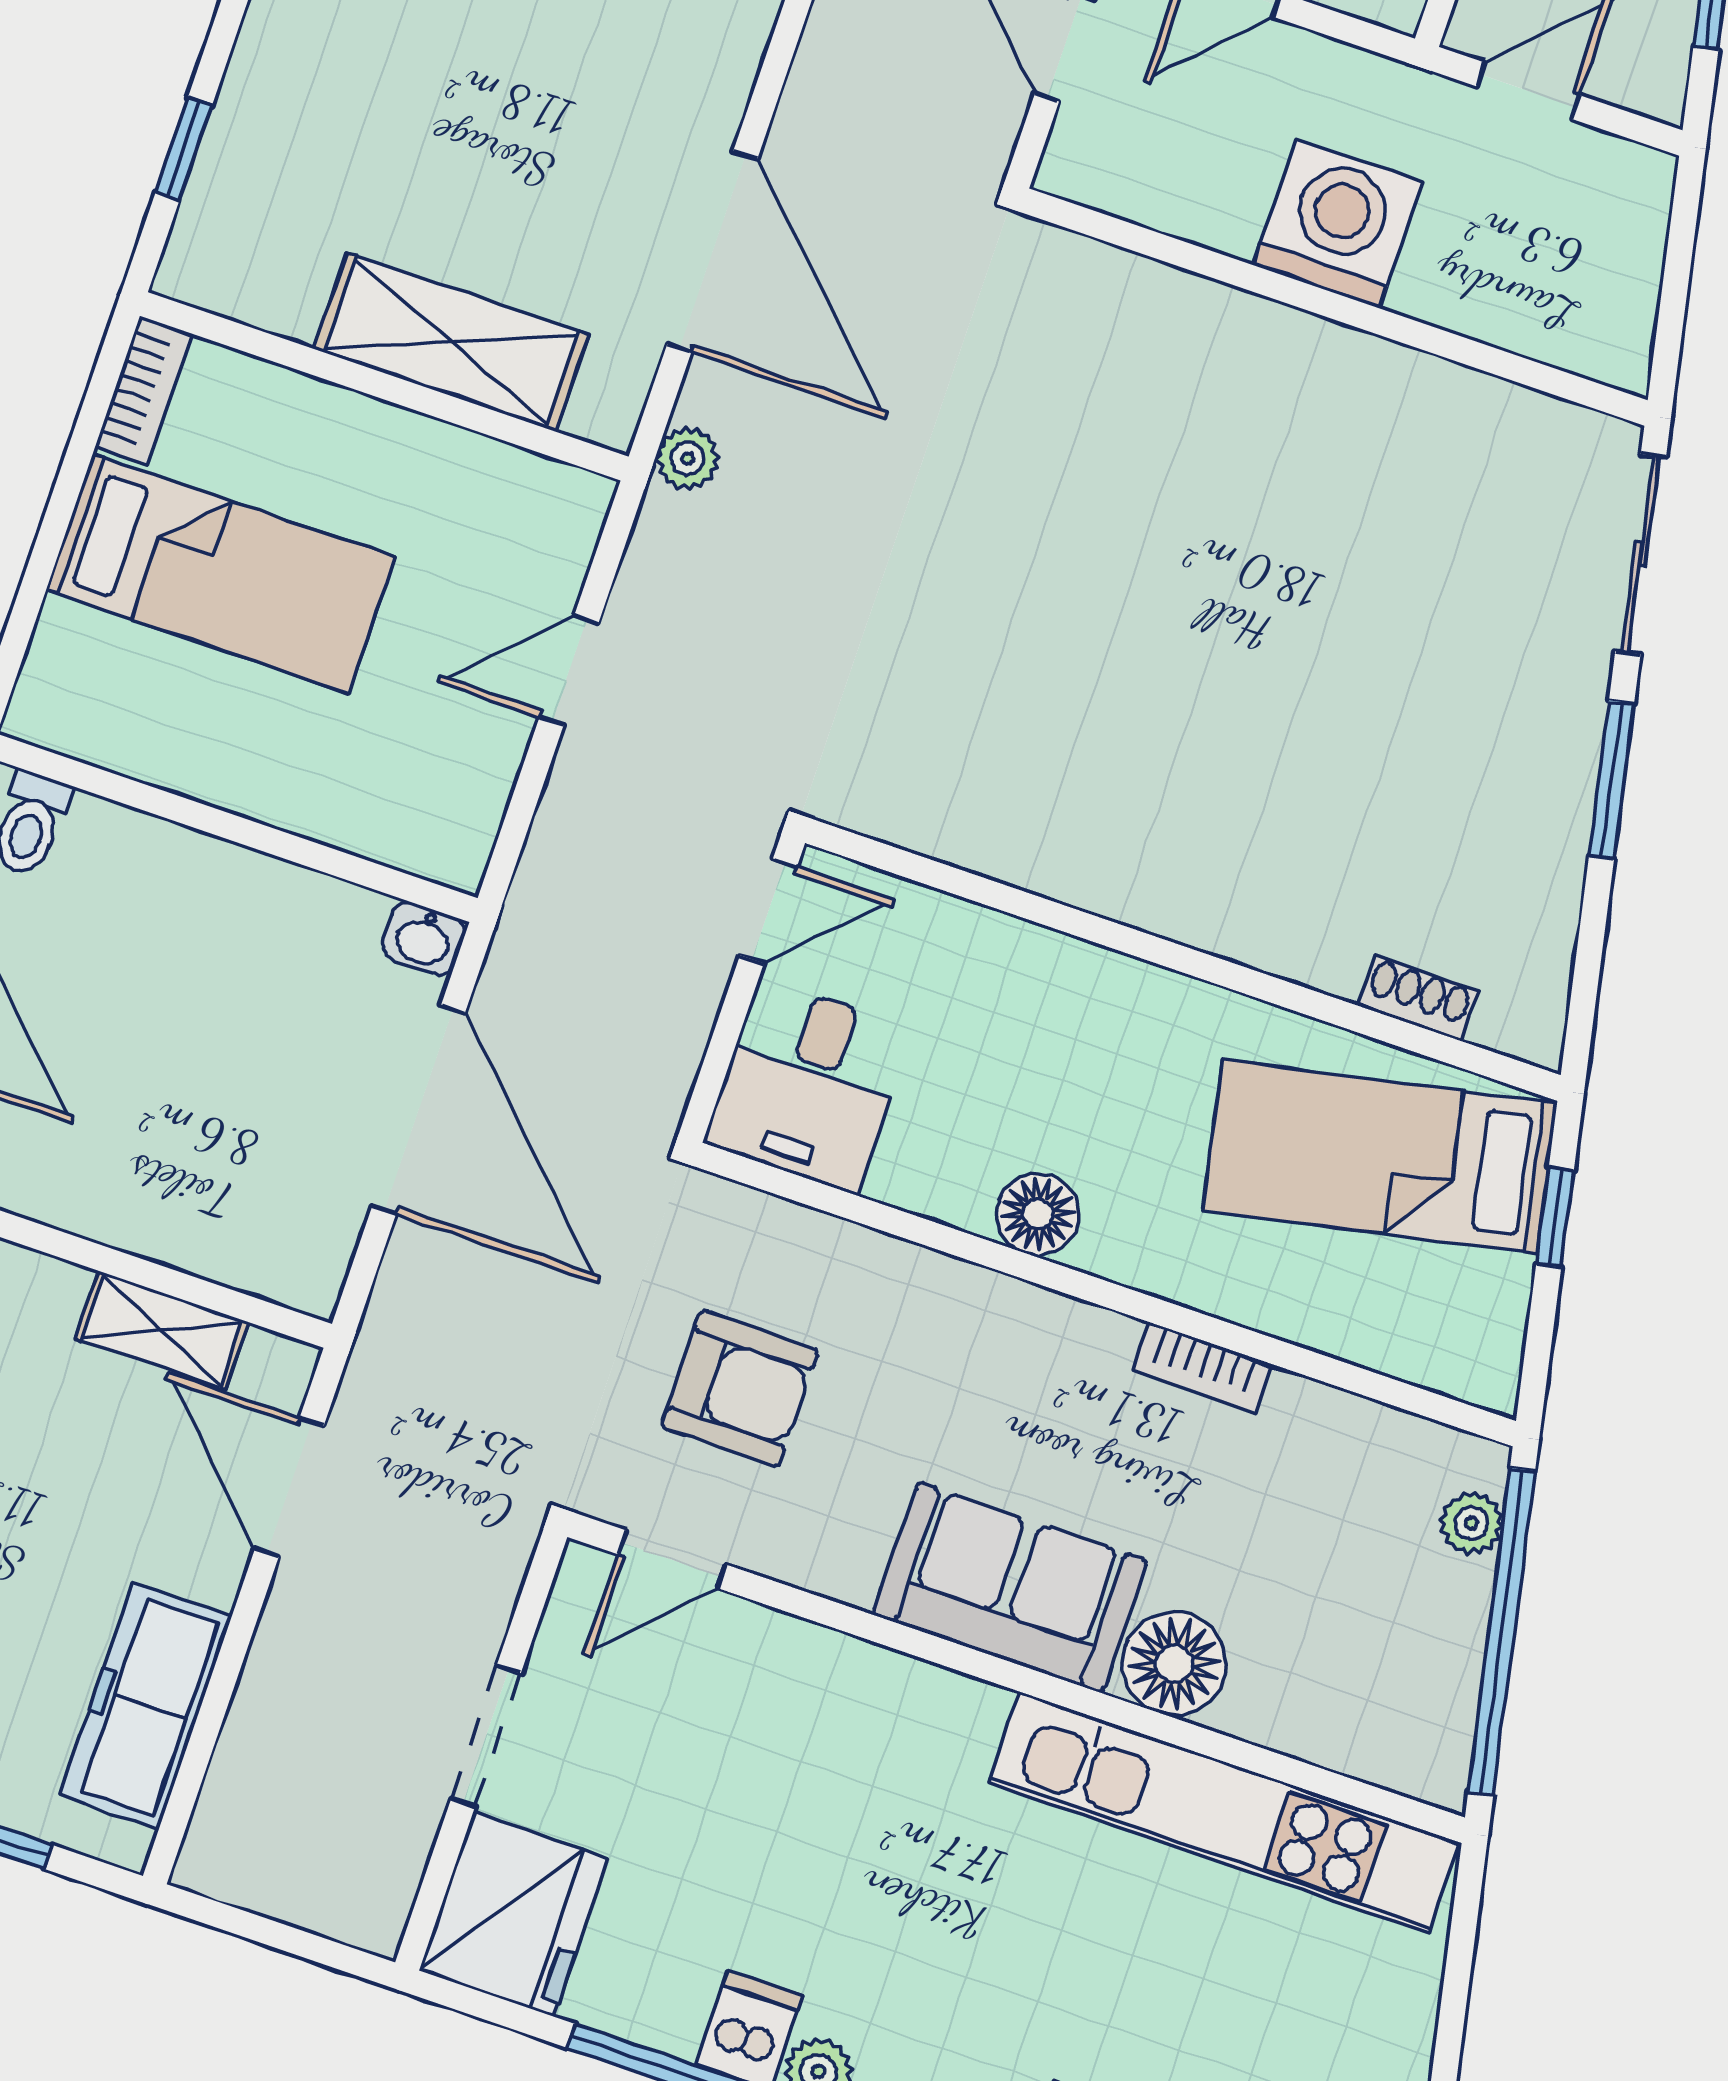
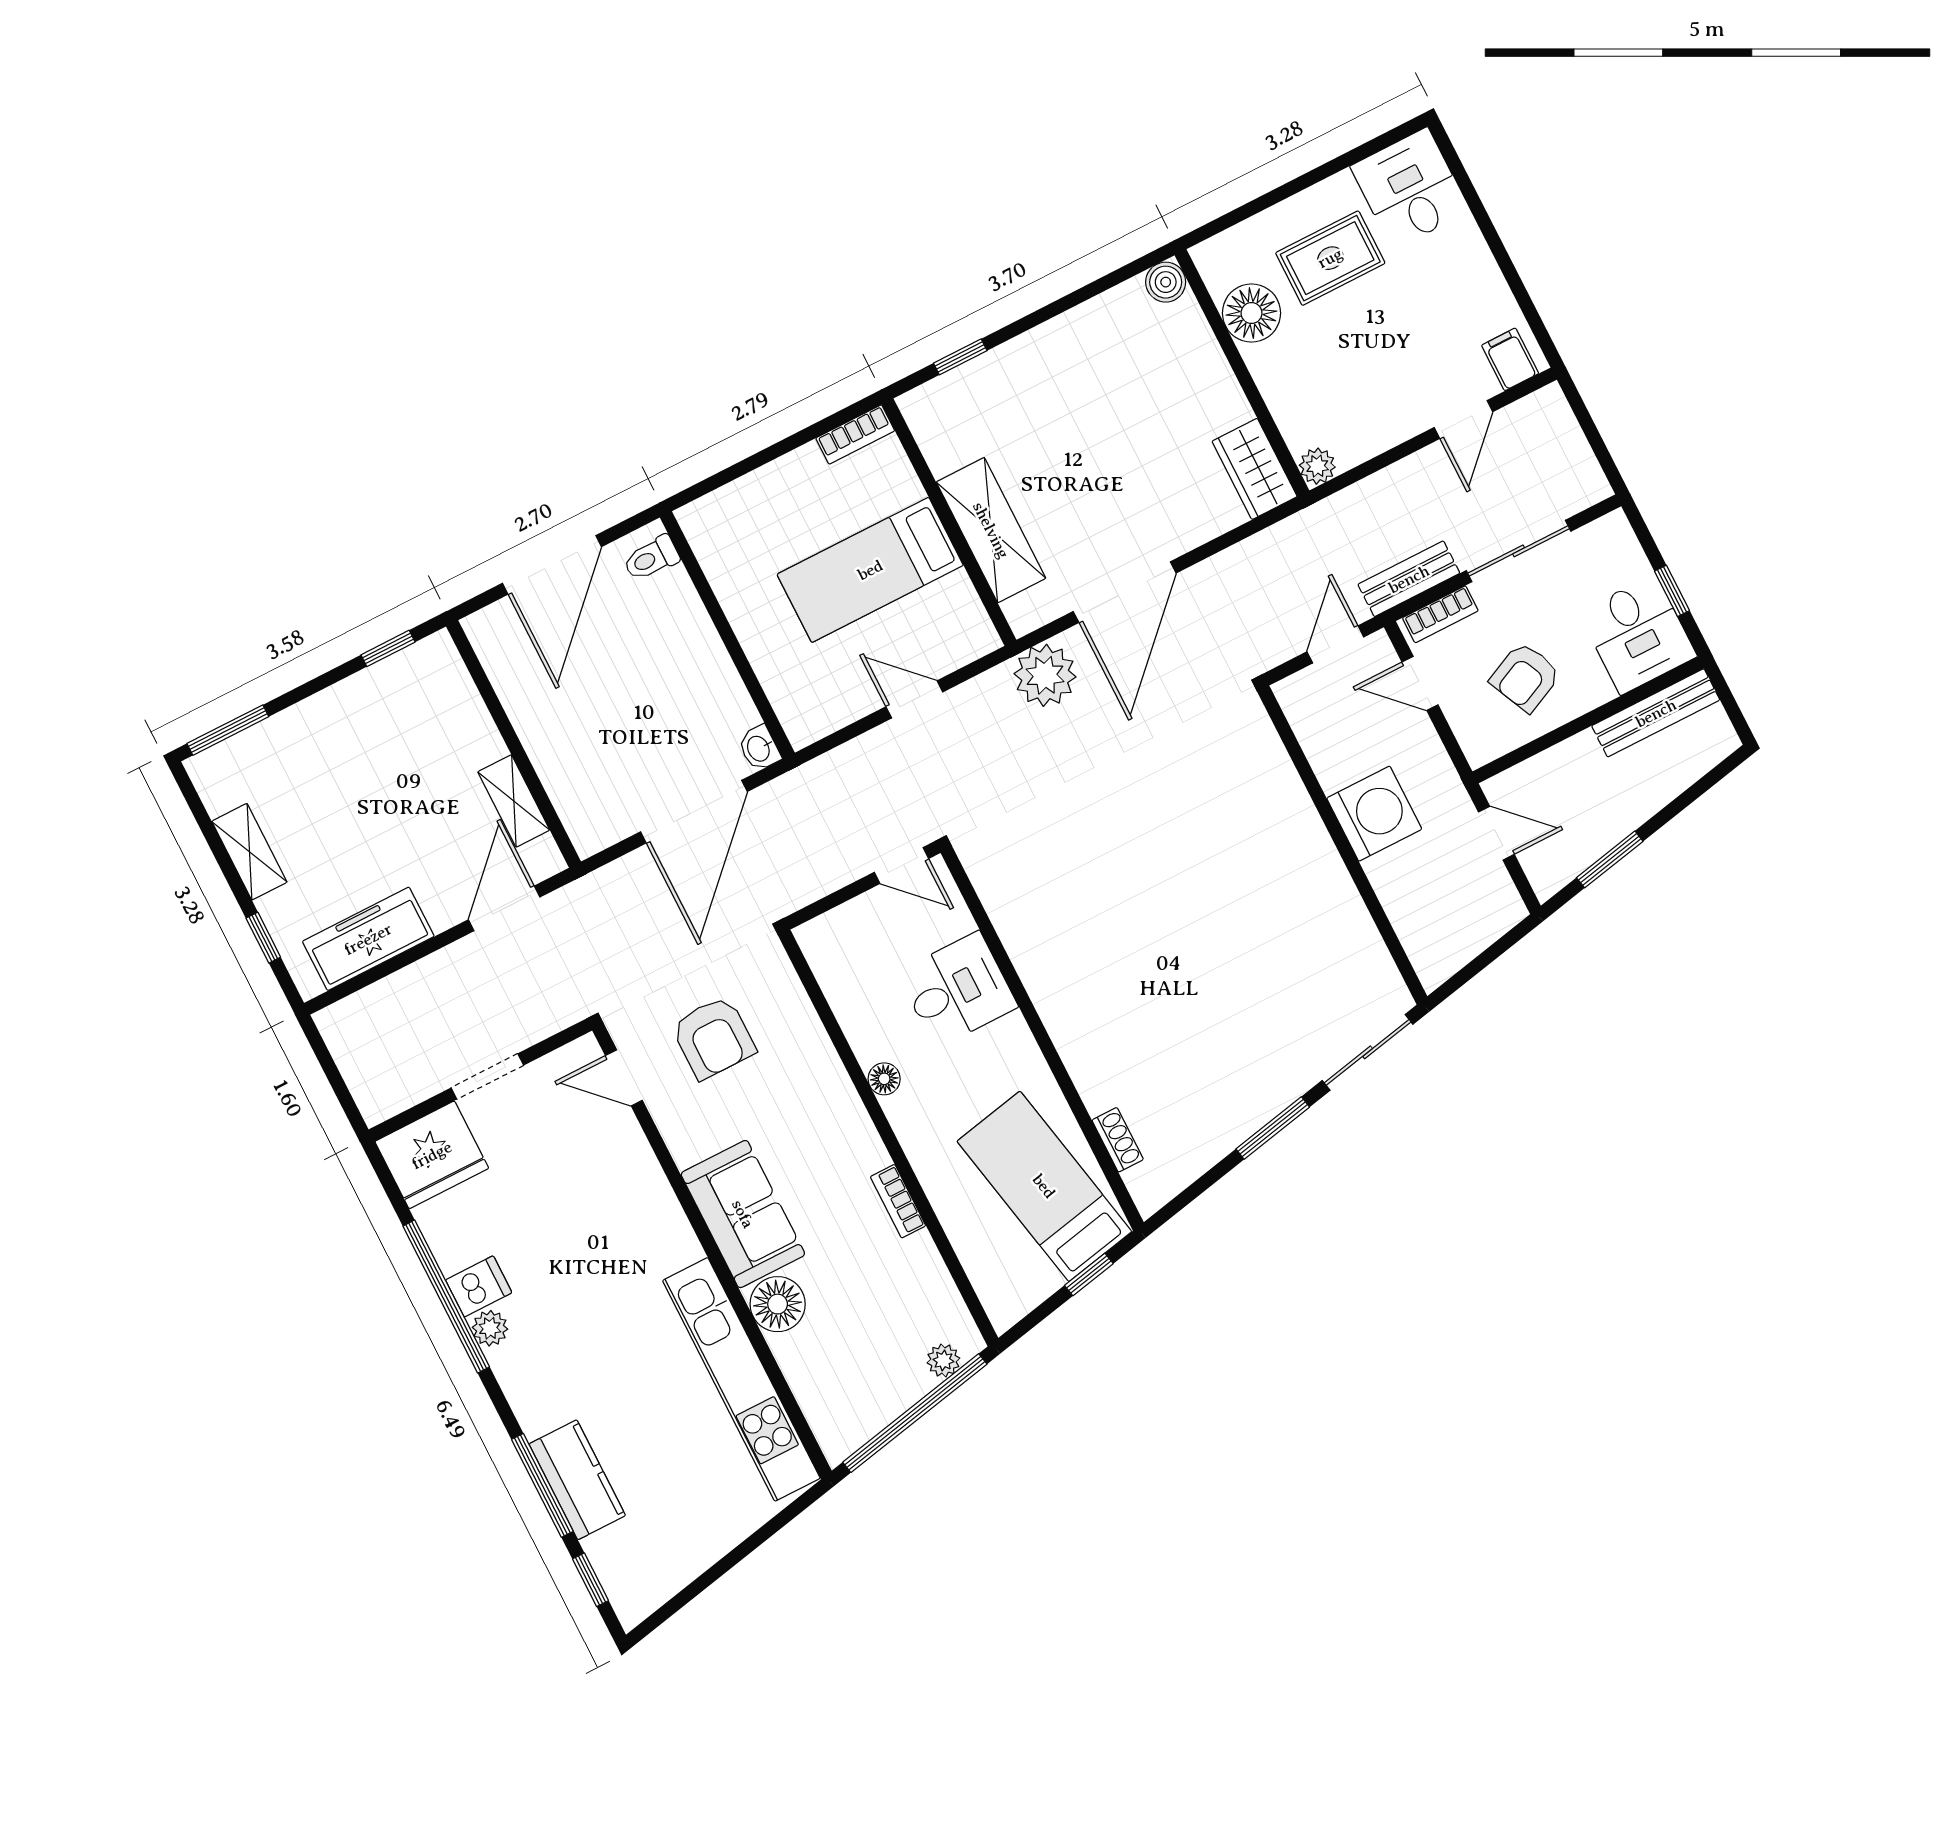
plant: (688, 458) -> (1045, 675), width x1.88, depth x1.88
bed: (221, 574) -> (870, 570), moved, turned 90
desk: (808, 1086) -> (957, 990), moved, turned 180
floor lamp: (1038, 1214) -> (884, 1079), width x0.73, depth x0.73

